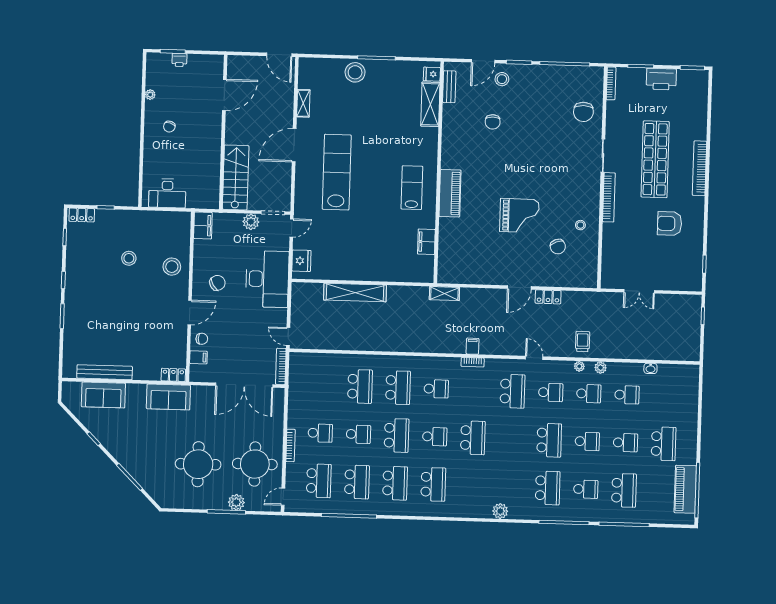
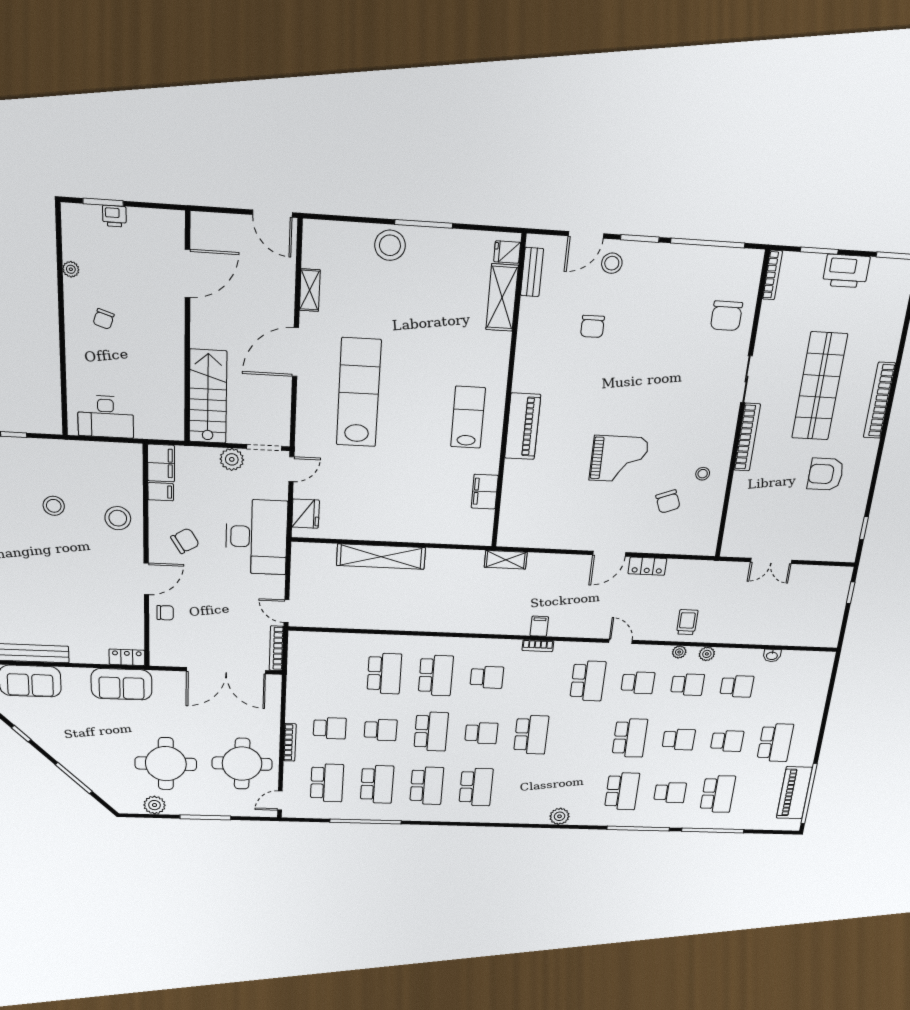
filing cabinet: (198, 357) -> (161, 492), moved
plant: (236, 502) -> (154, 805), moved

